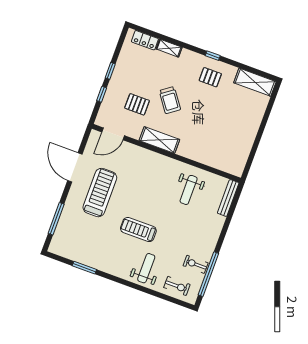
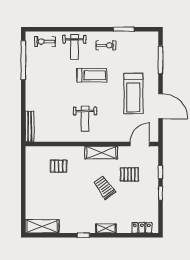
shelving: (169, 48) -> (106, 229), moved
pallet: (210, 77) -> (59, 166), moved
weight bench: (189, 190) -> (85, 119), moved, turned 180
exercise bike: (196, 264) -> (106, 45), moved

